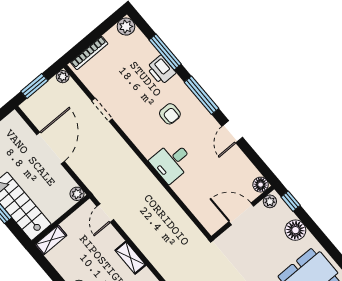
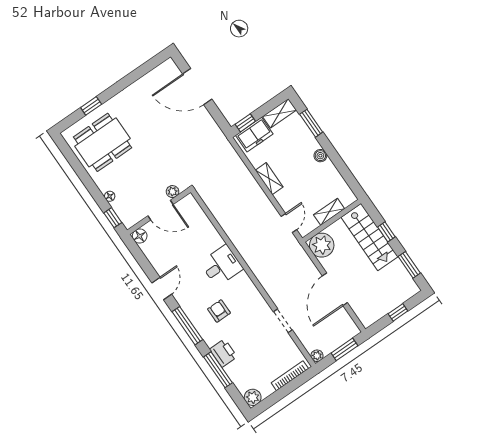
plant: (77, 194) -> (322, 245), width x1.87, depth x1.87
plant: (270, 201) -> (172, 192), moved
floor lamp: (295, 230) -> (110, 196), width x0.53, depth x0.53
shelving: (51, 240) -> (329, 212), moved

